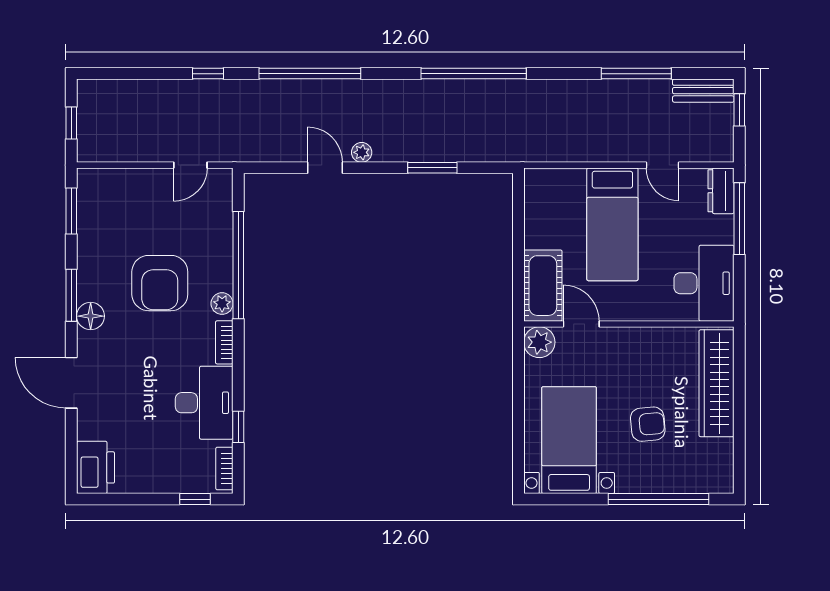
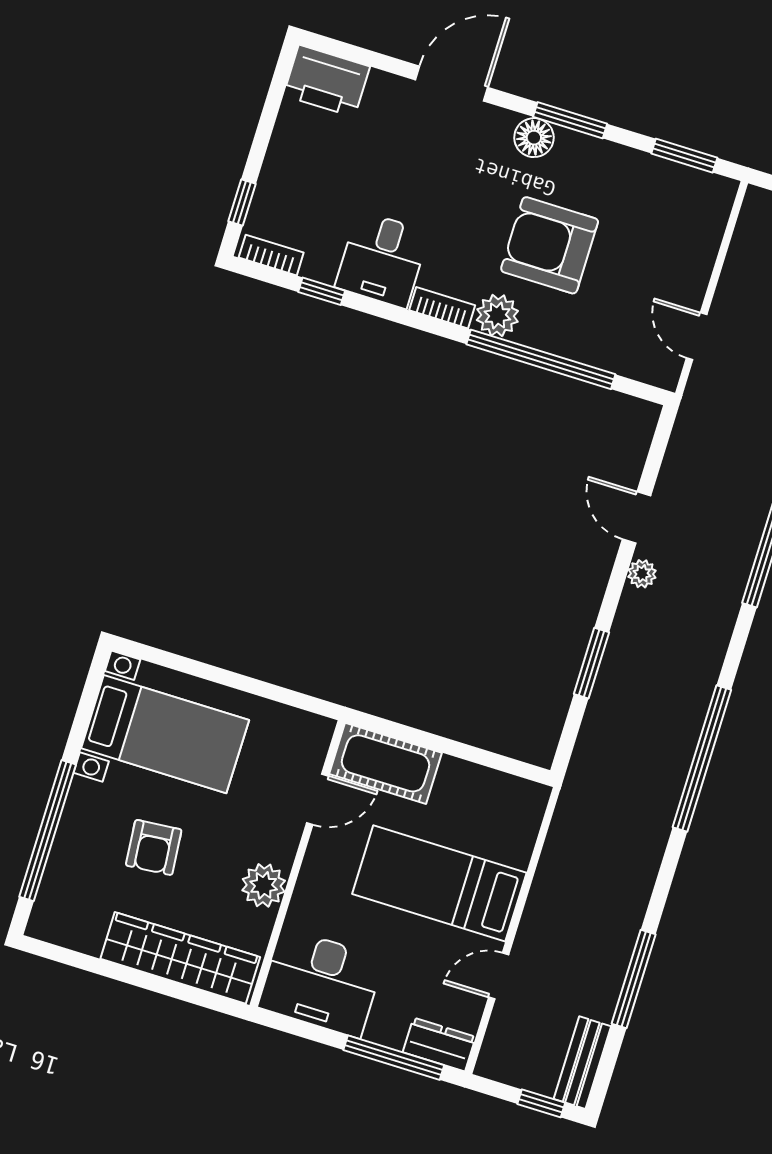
door: (325, 168) -> (637, 517), swing flipped
plant: (222, 304) -> (497, 315), width x1.38, depth x1.38
plant: (539, 342) -> (264, 885), moved
desk: (204, 403) -> (382, 259), width x0.73

